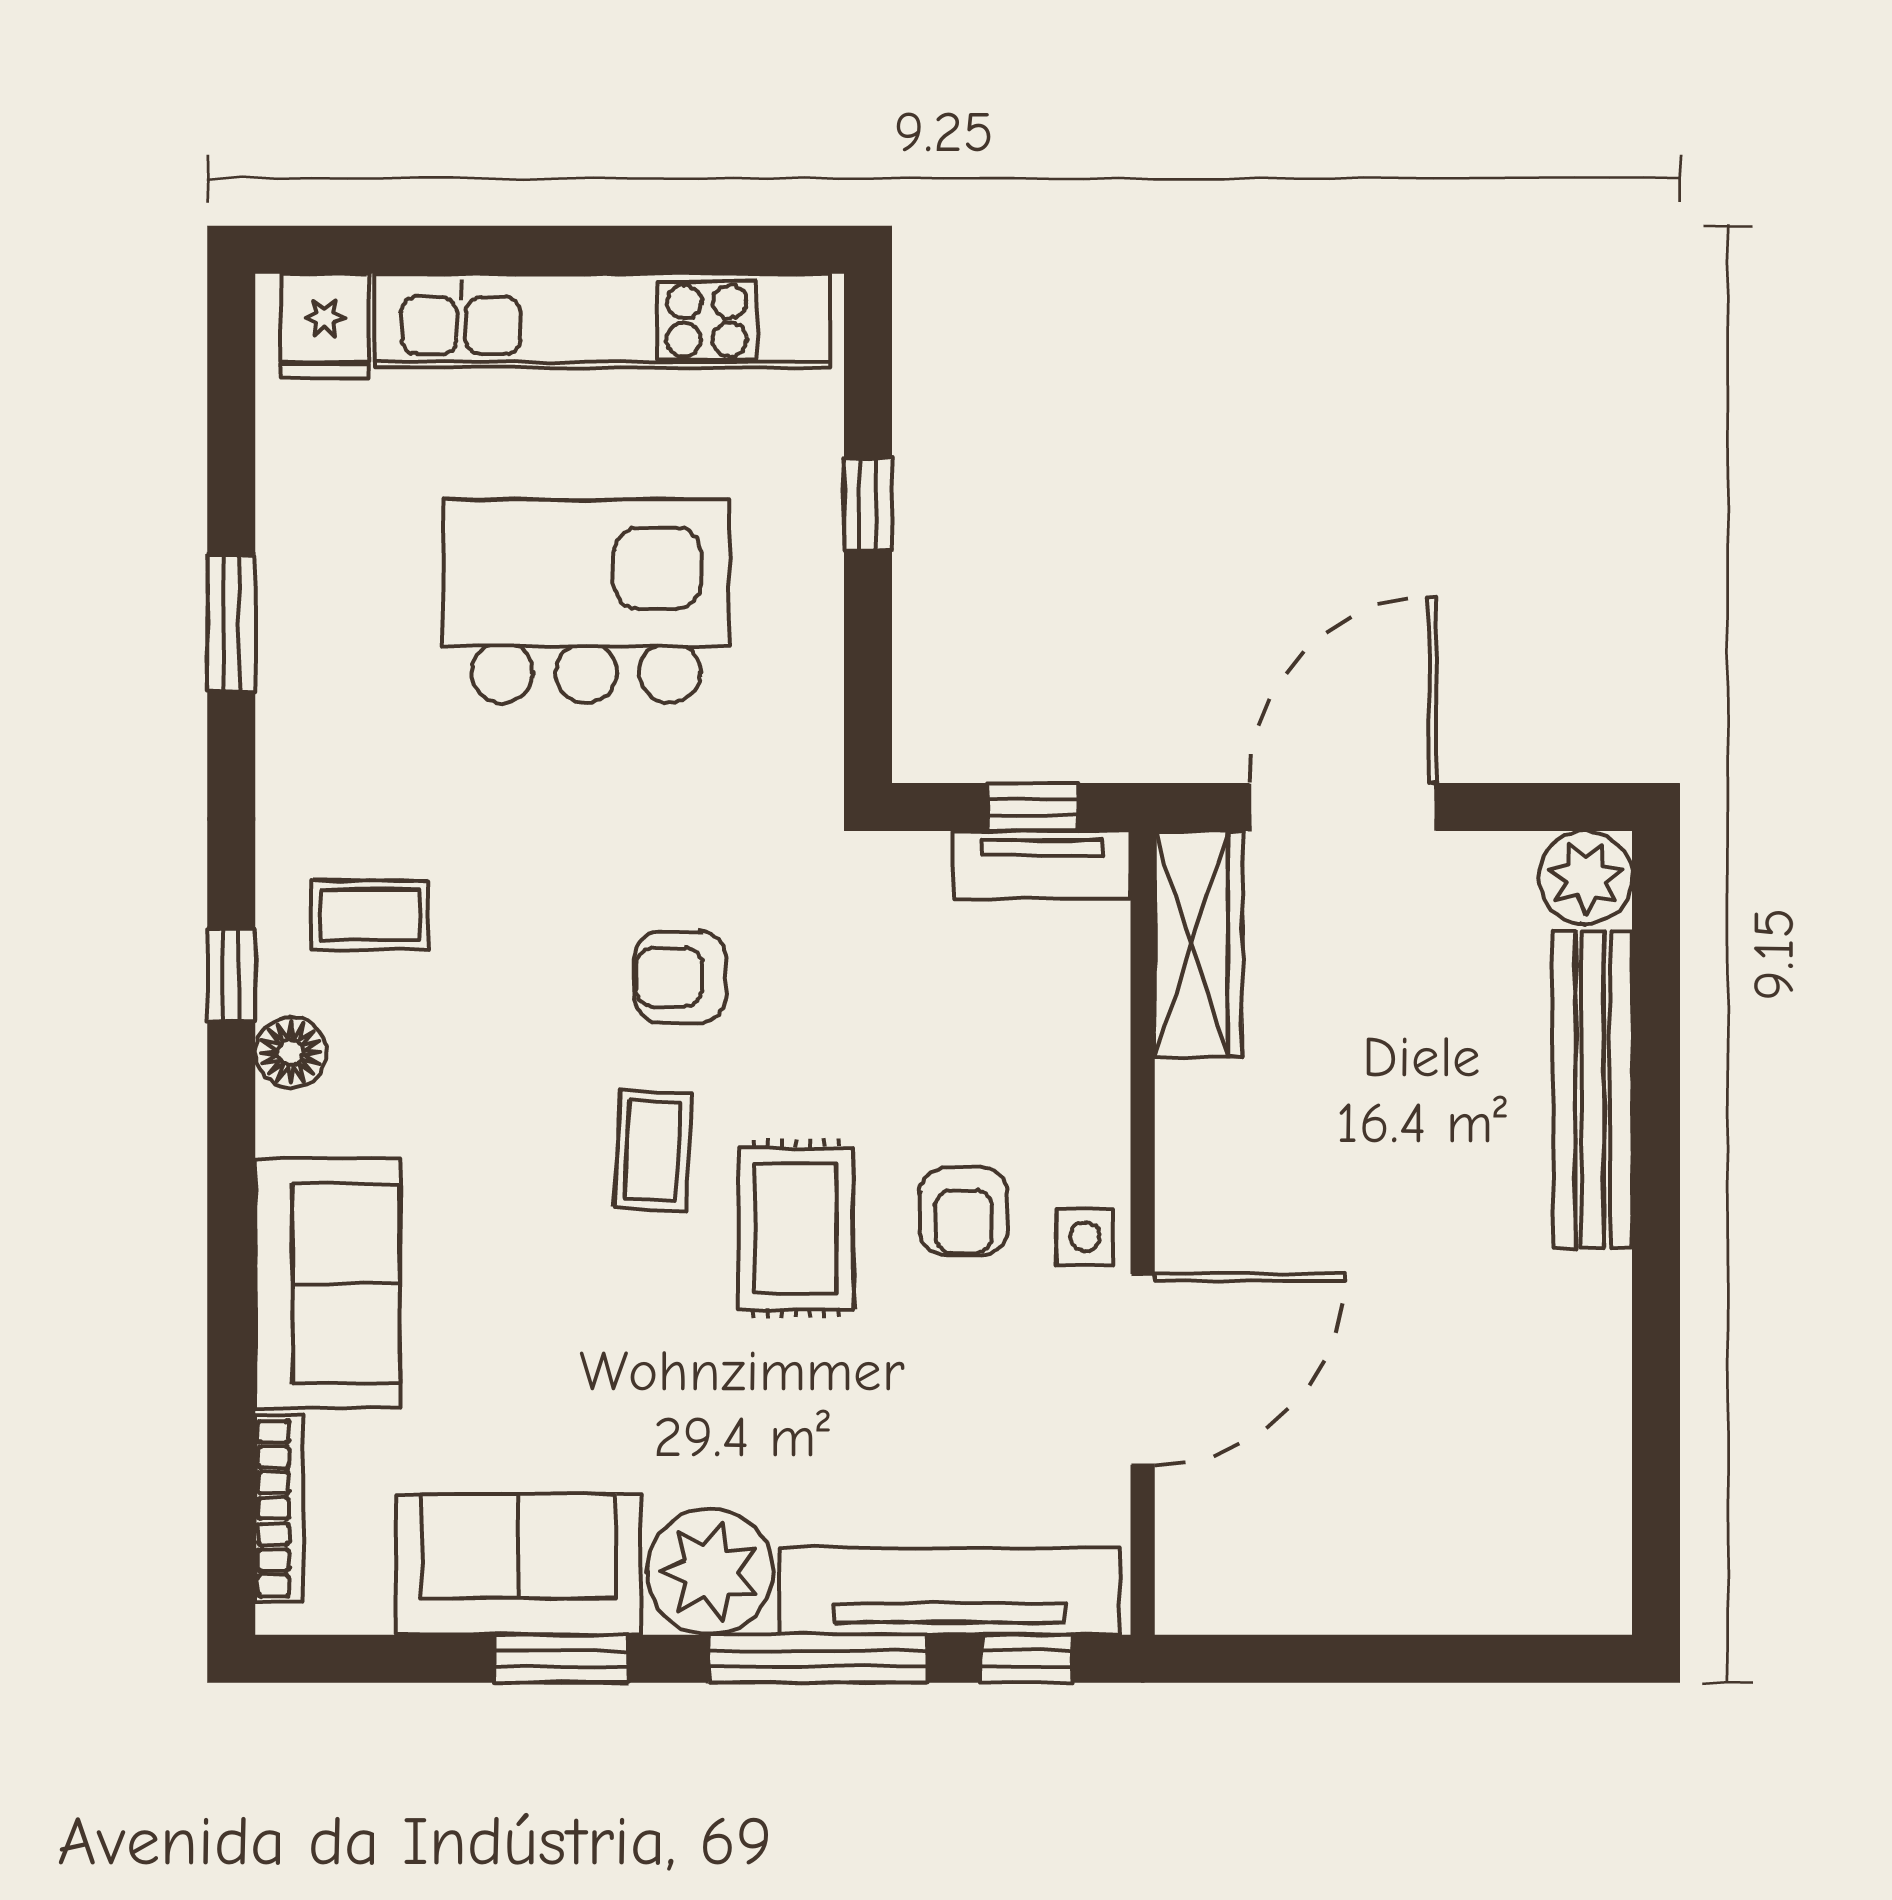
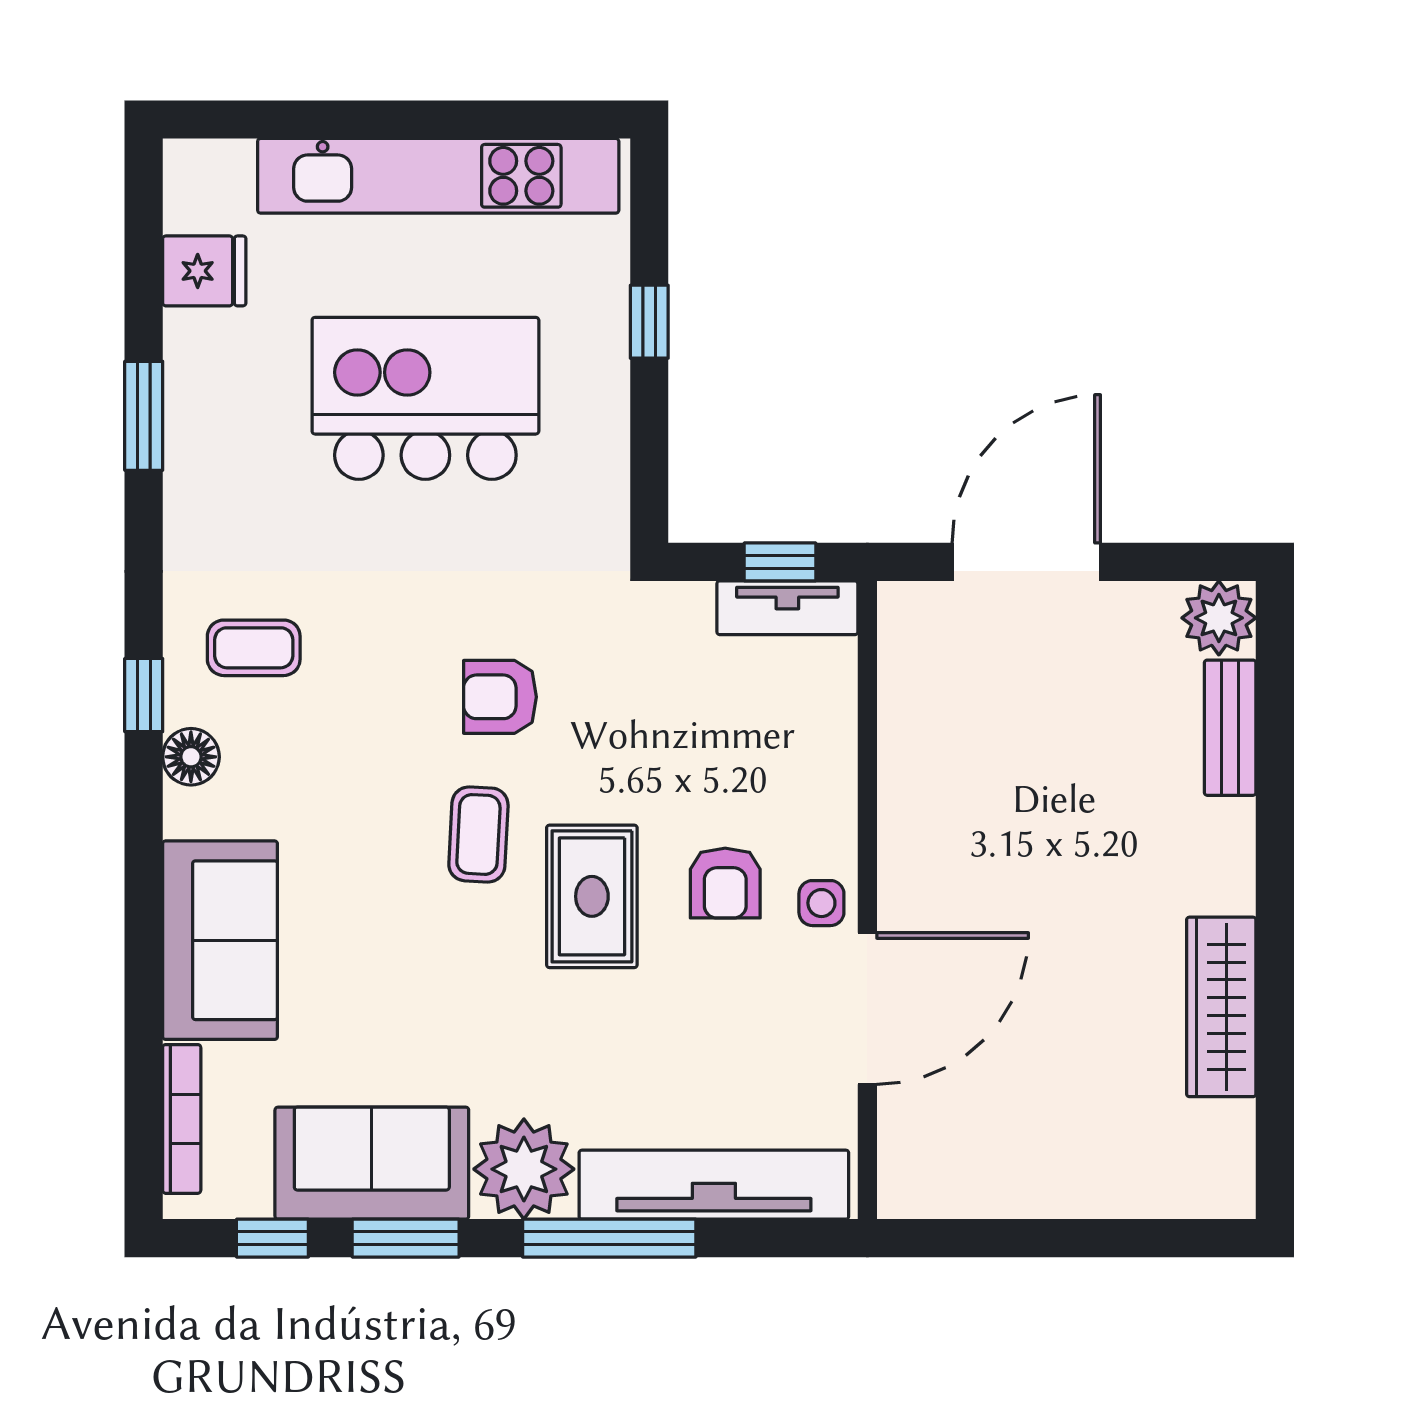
fridge: (324, 326) -> (204, 271), moved, turned -90
wardrobe: (1198, 944) -> (1221, 1007), moved, turned 180
bench: (1593, 1089) -> (1230, 728), width x0.54, depth x0.82
window: (1027, 1659) -> (272, 1238), moved

